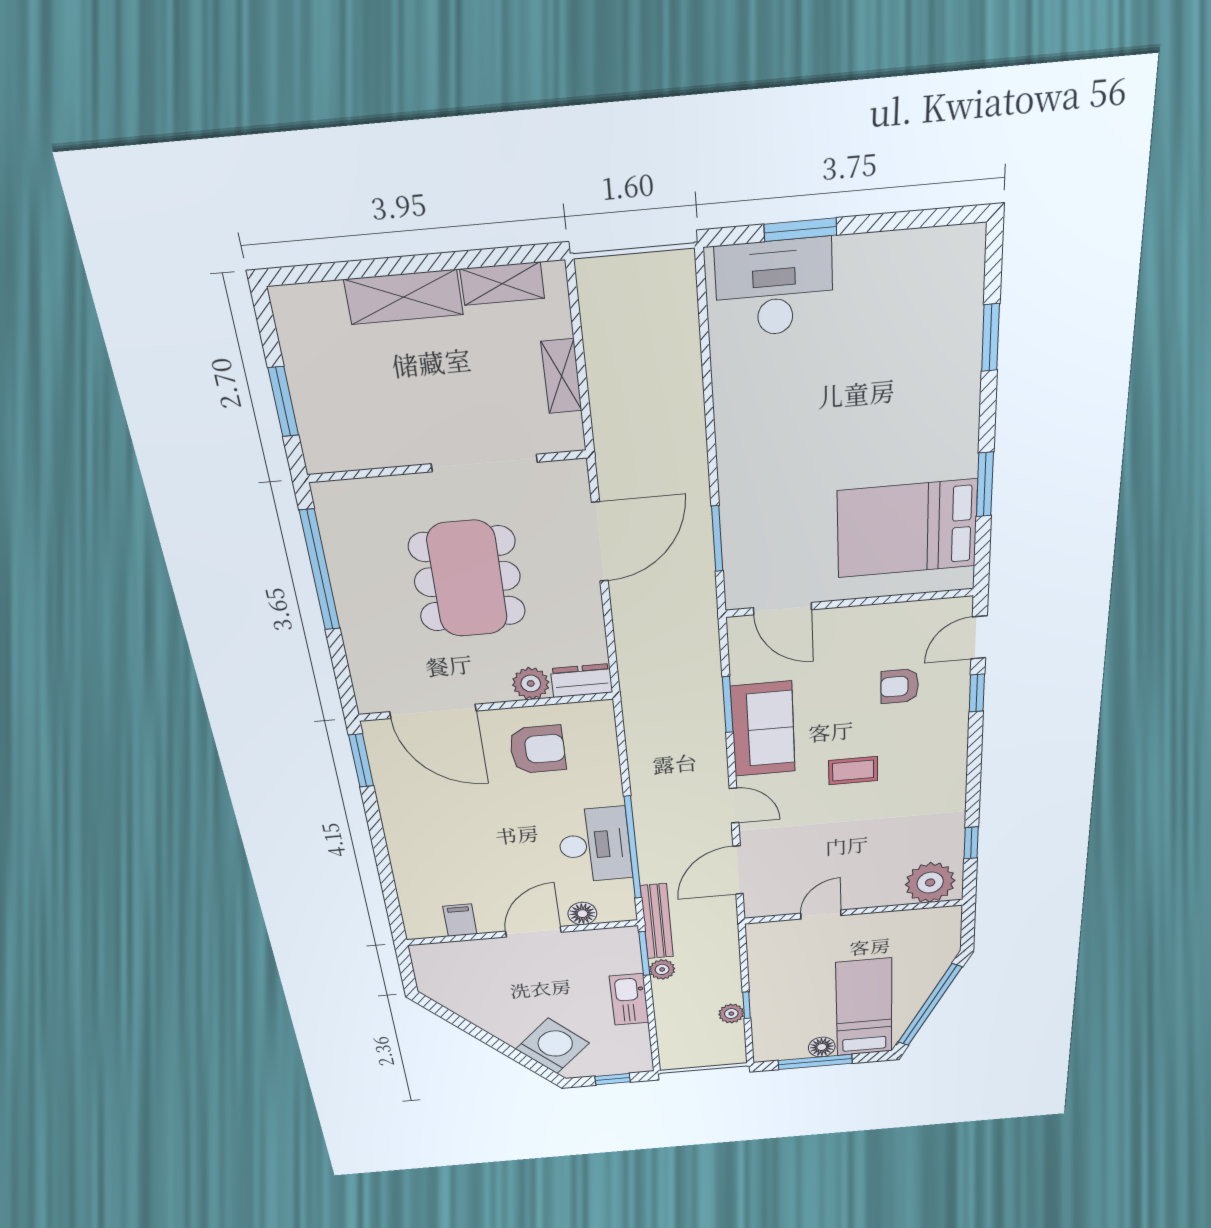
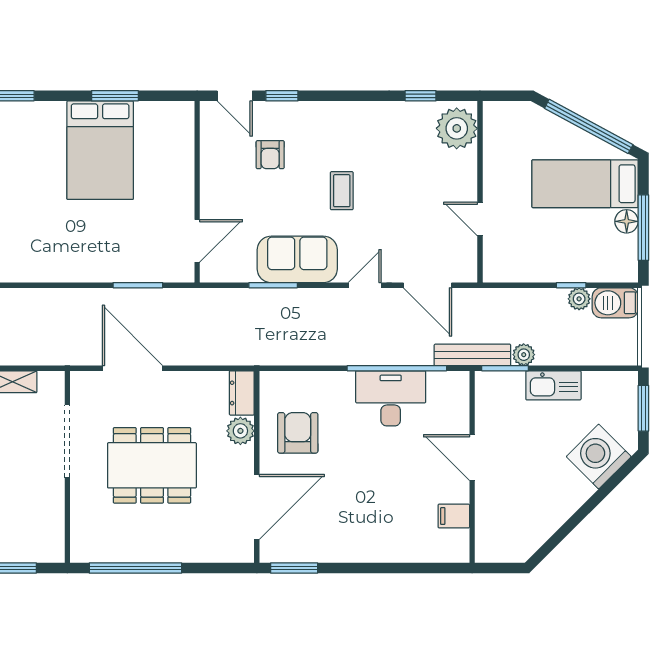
bed: (907, 529) -> (100, 150), moved
floor lamp: (582, 914) -> (458, 415), removed
barbecue: (729, 1045) -> (615, 303), added
window: (613, 1079) -> (643, 408), width x1.50

